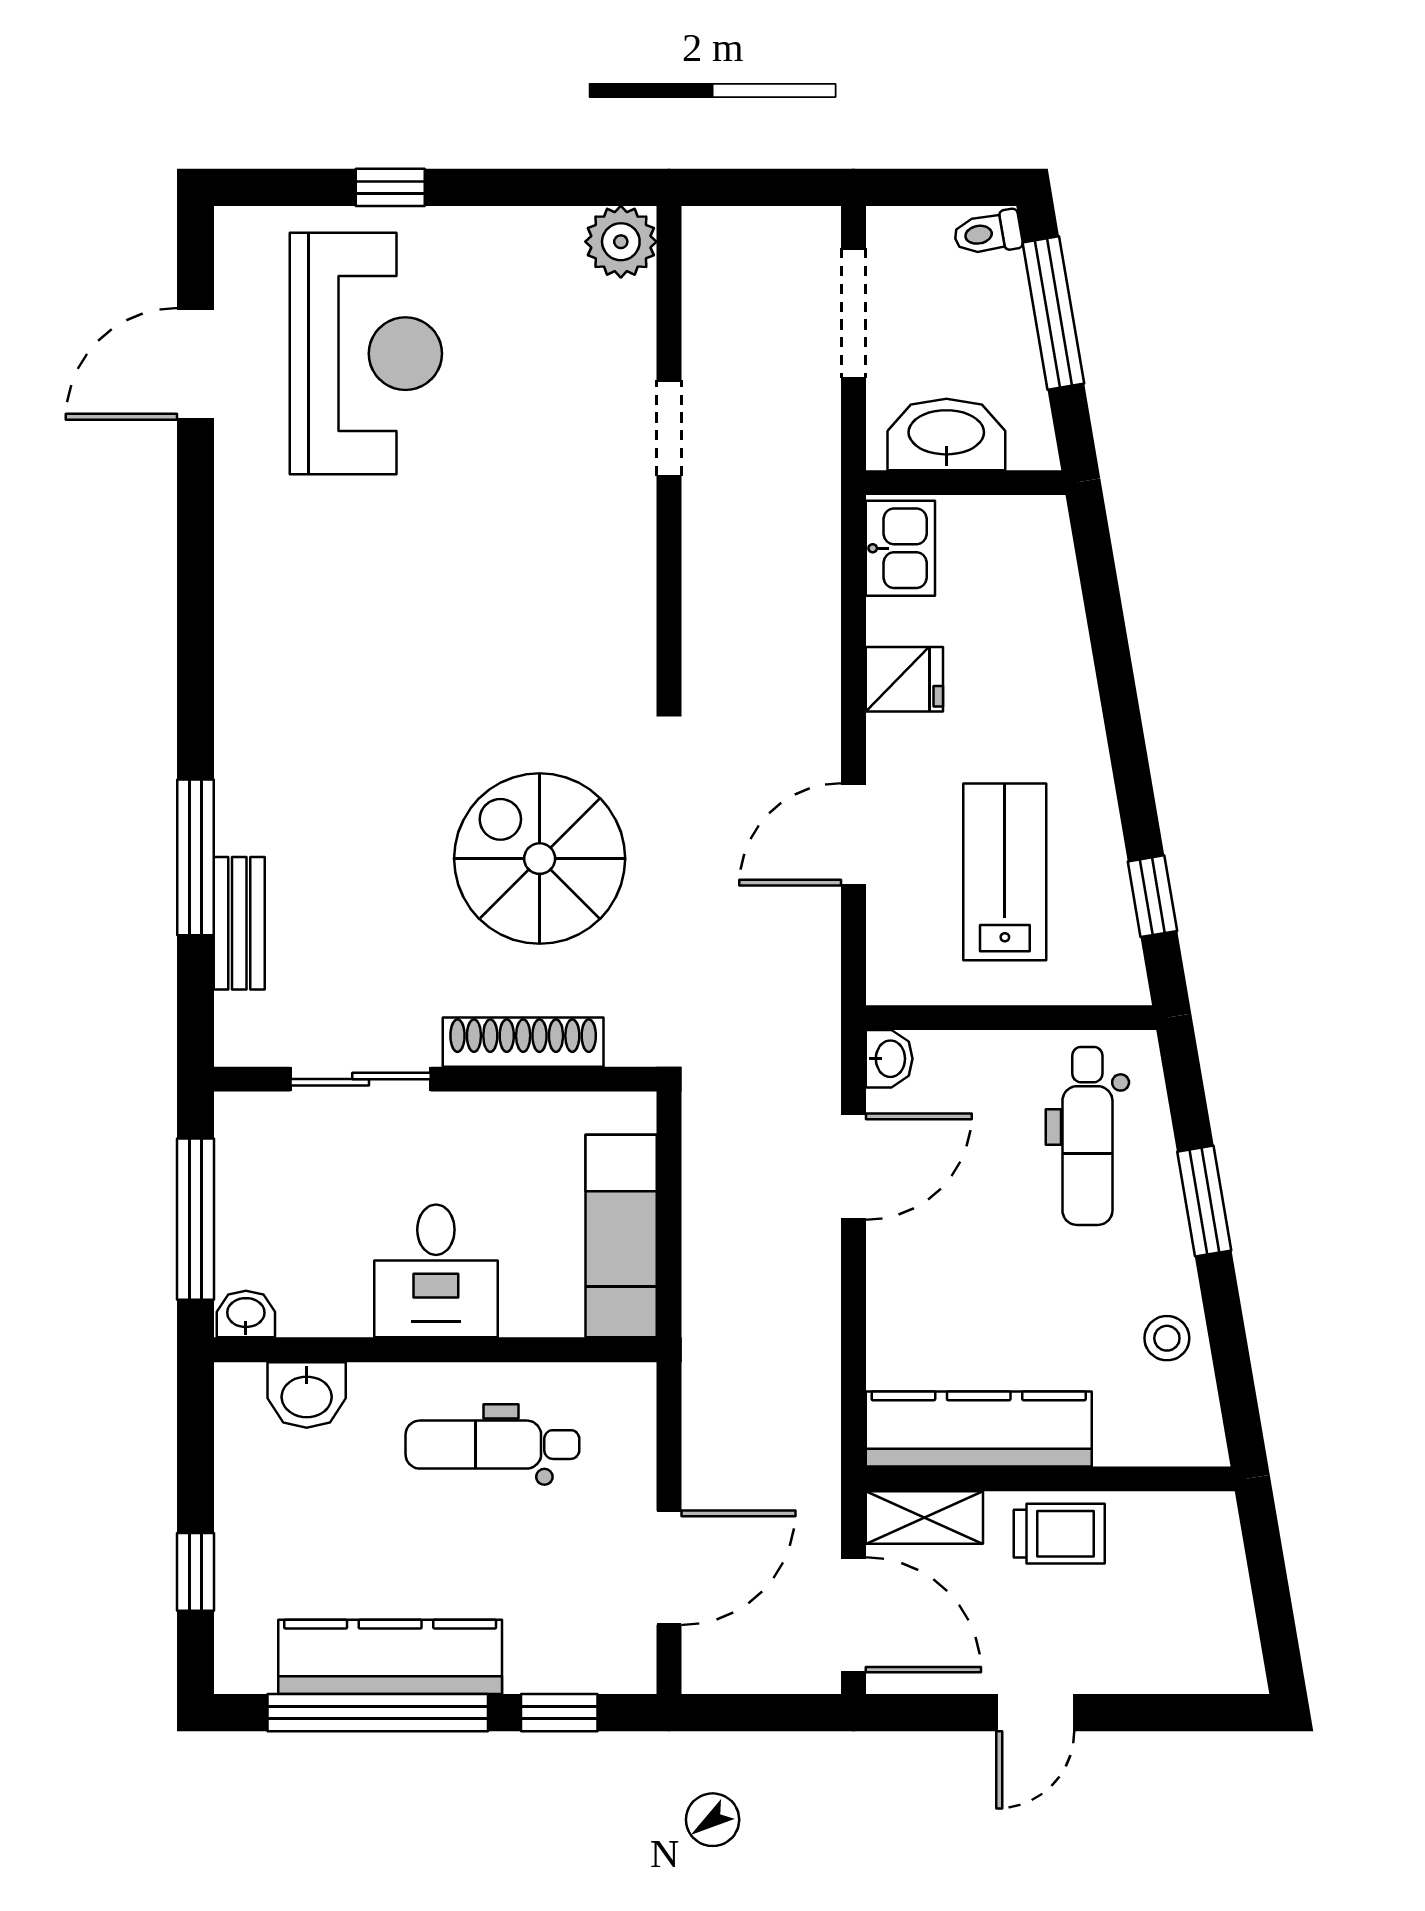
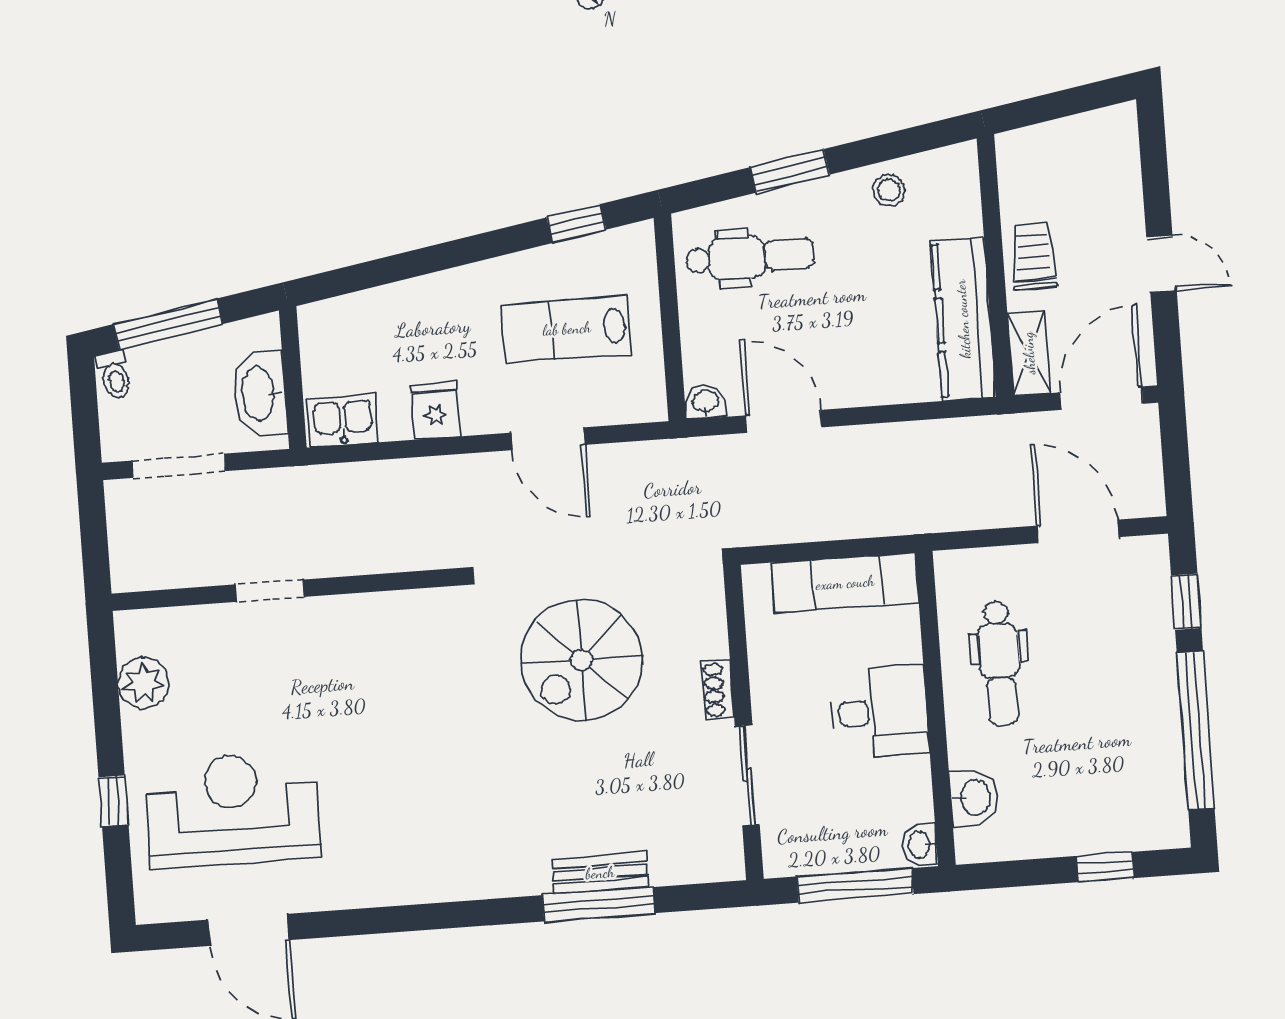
plant: (621, 242) -> (143, 683), moved
bench: (239, 923) -> (600, 873), moved
shoe rack: (523, 1042) -> (718, 690), width x0.51, depth x0.81
kitchen counter: (390, 1657) -> (1156, 724), removed

